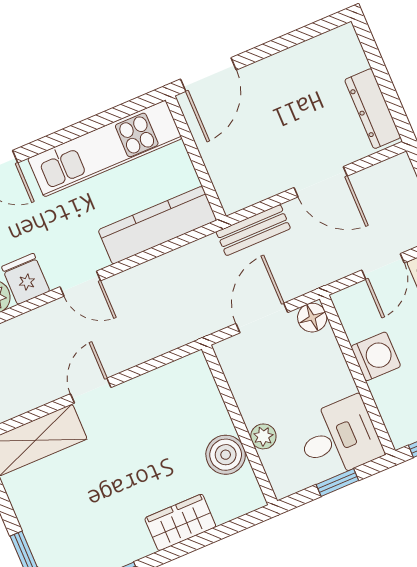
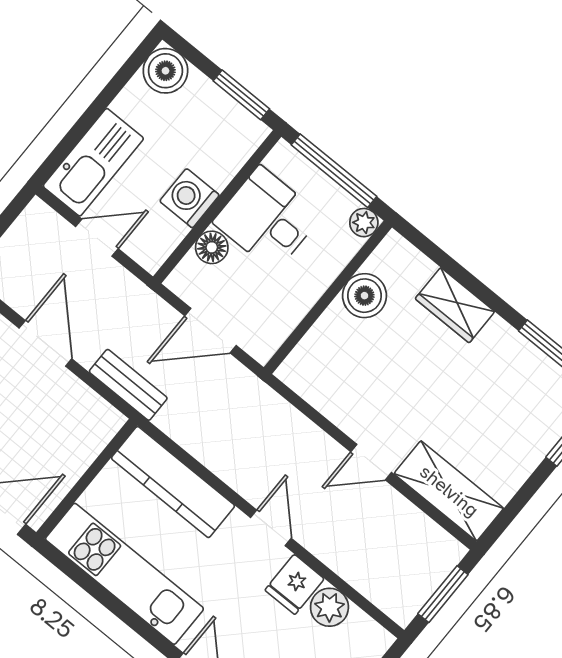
floor lamp: (312, 318) -> (212, 247), moved
plant: (263, 436) -> (364, 223), moved
desk: (339, 438) -> (267, 219), moved
window: (337, 483) -> (334, 171), width x2.17

